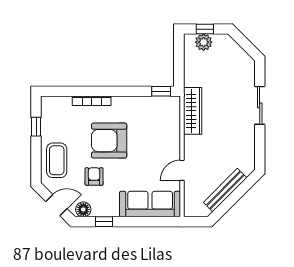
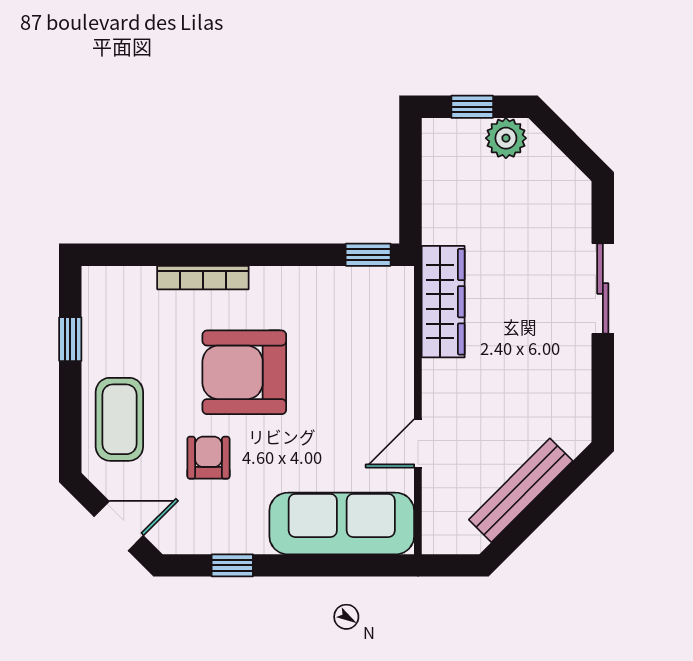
plant: (204, 42) -> (506, 138), moved
floor lamp: (83, 209) -> (183, 536), removed

